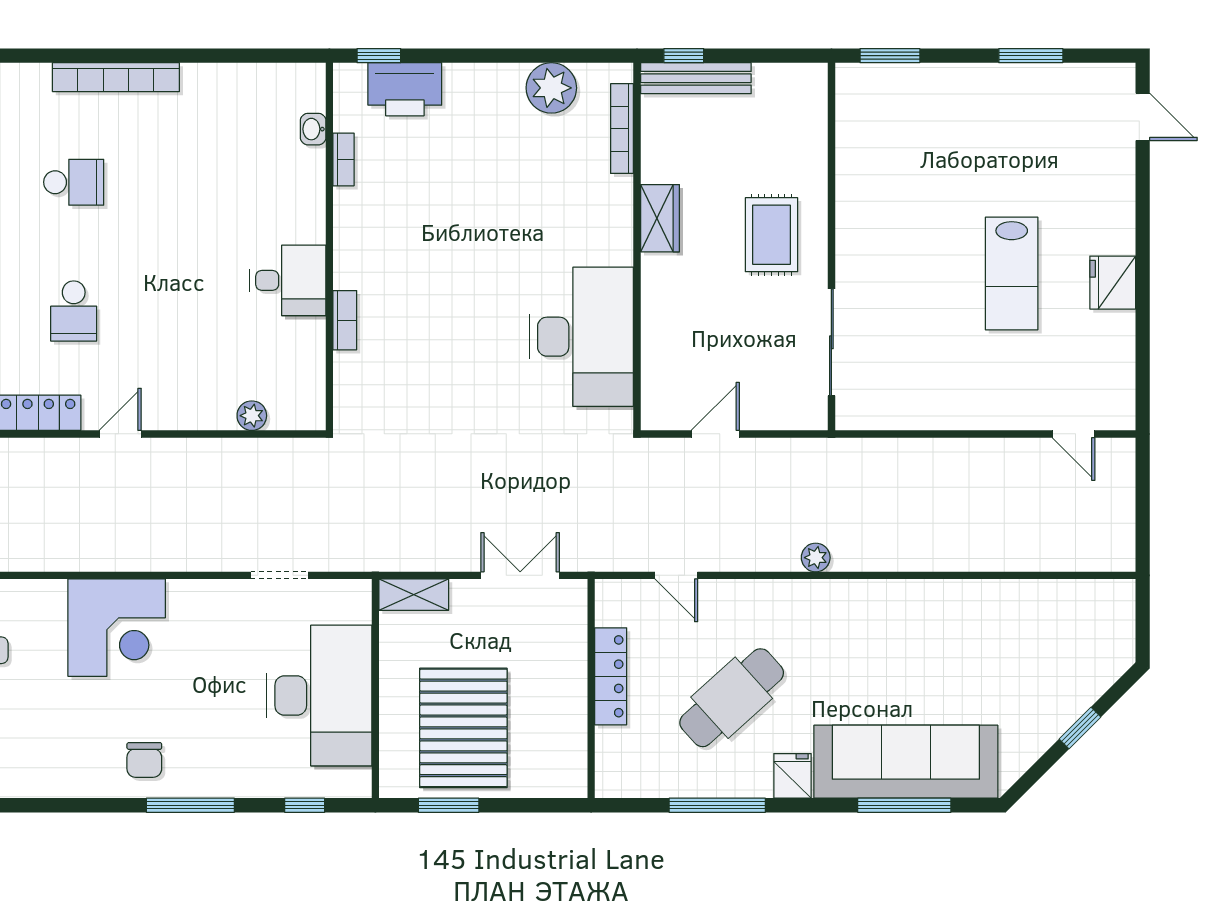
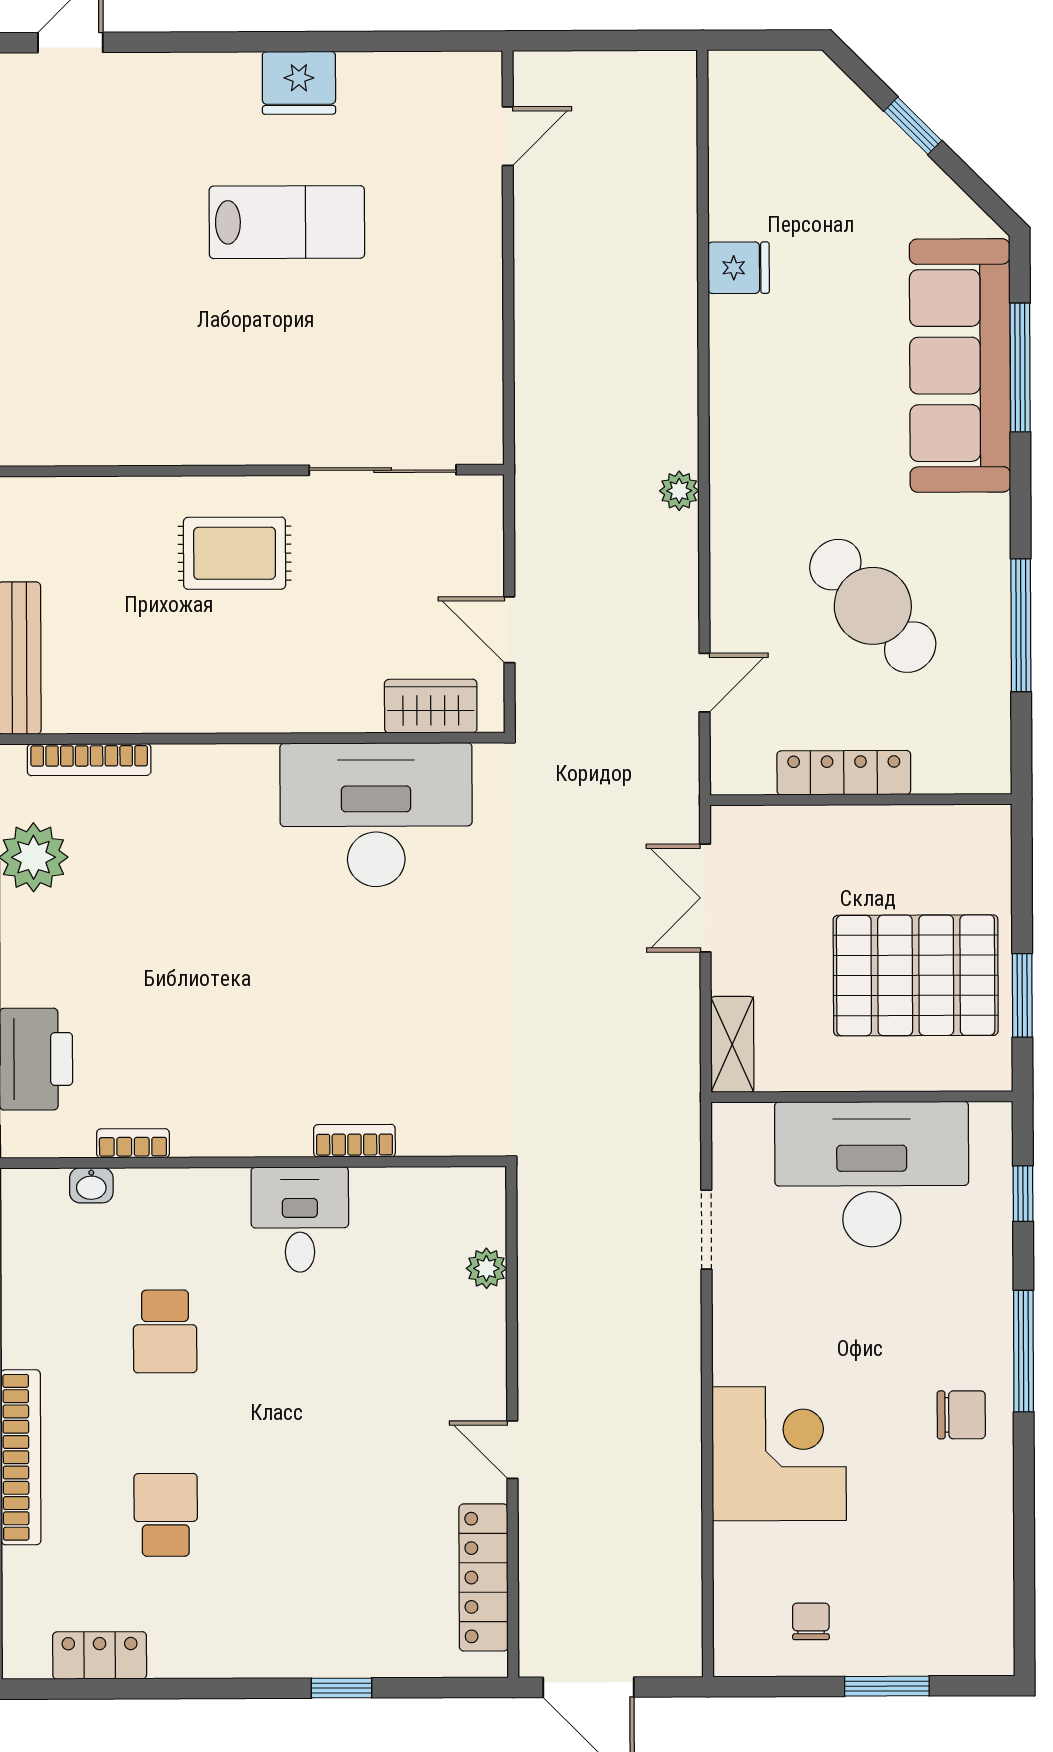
wardrobe: (660, 218) -> (431, 706), moved
school desk: (74, 311) -> (165, 1331), moved, turned 90
fridge: (792, 776) -> (739, 268), moved, turned 180

